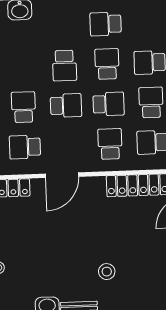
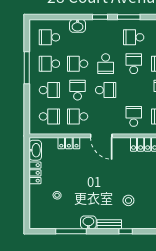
school desk: (108, 104) -> (78, 64), moved, turned 180
door: (62, 175) -> (101, 136), hinge flipped

